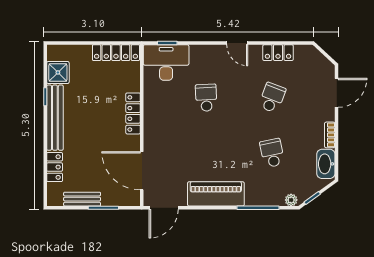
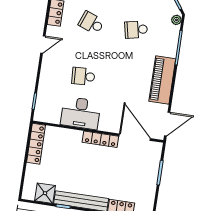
desk: (166, 62) -> (81, 113), moved, turned -90
locker: (133, 113) -> (100, 139), moved
door: (142, 171) -> (135, 137), swing flipped
bench: (82, 199) -> (150, 189), removed
door: (164, 208) -> (167, 124), hinge flipped

